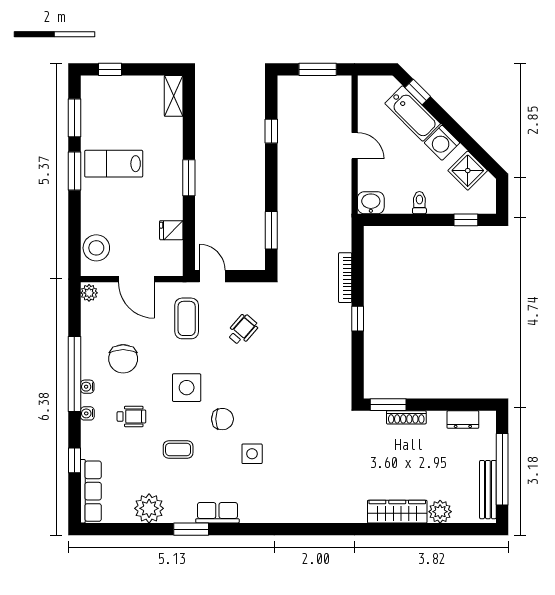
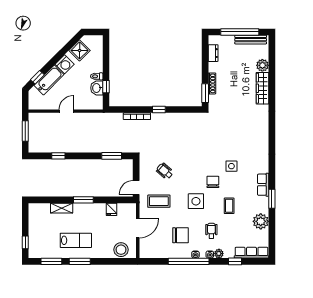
shelving: (174, 96) -> (62, 208), moved
lab bench: (114, 164) -> (76, 240), turned -90
washbasin: (371, 203) -> (97, 88), moved
window: (466, 220) -> (106, 87), moved
plant: (89, 293) -> (219, 254), moved

